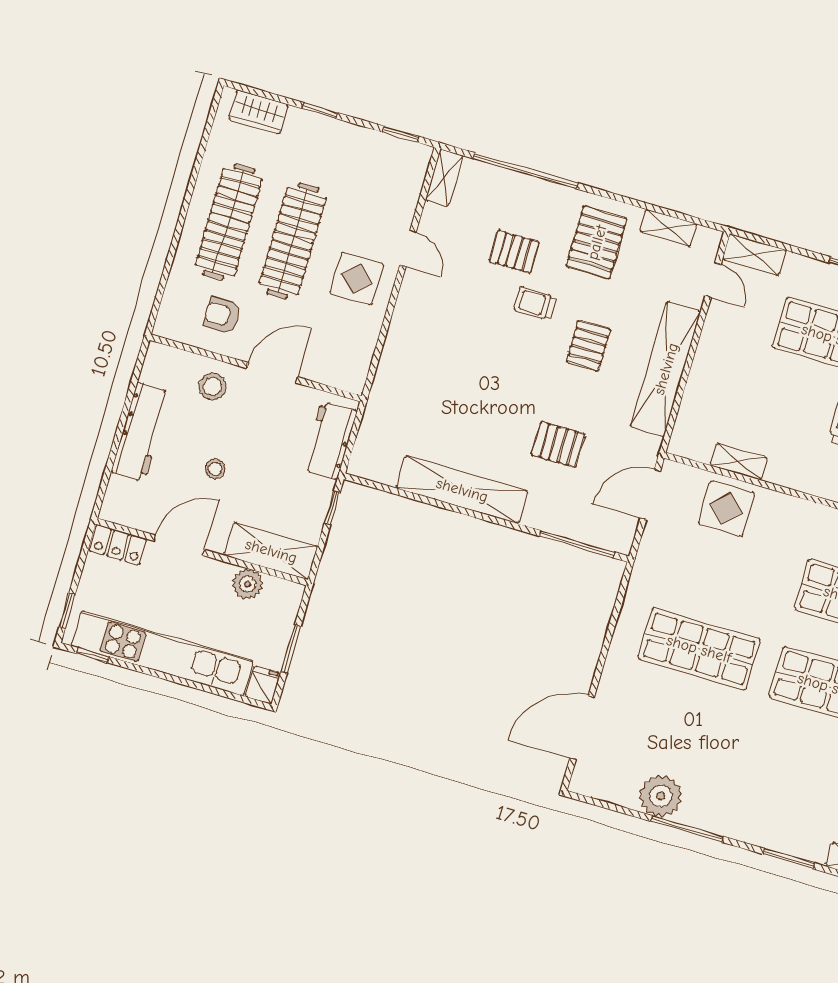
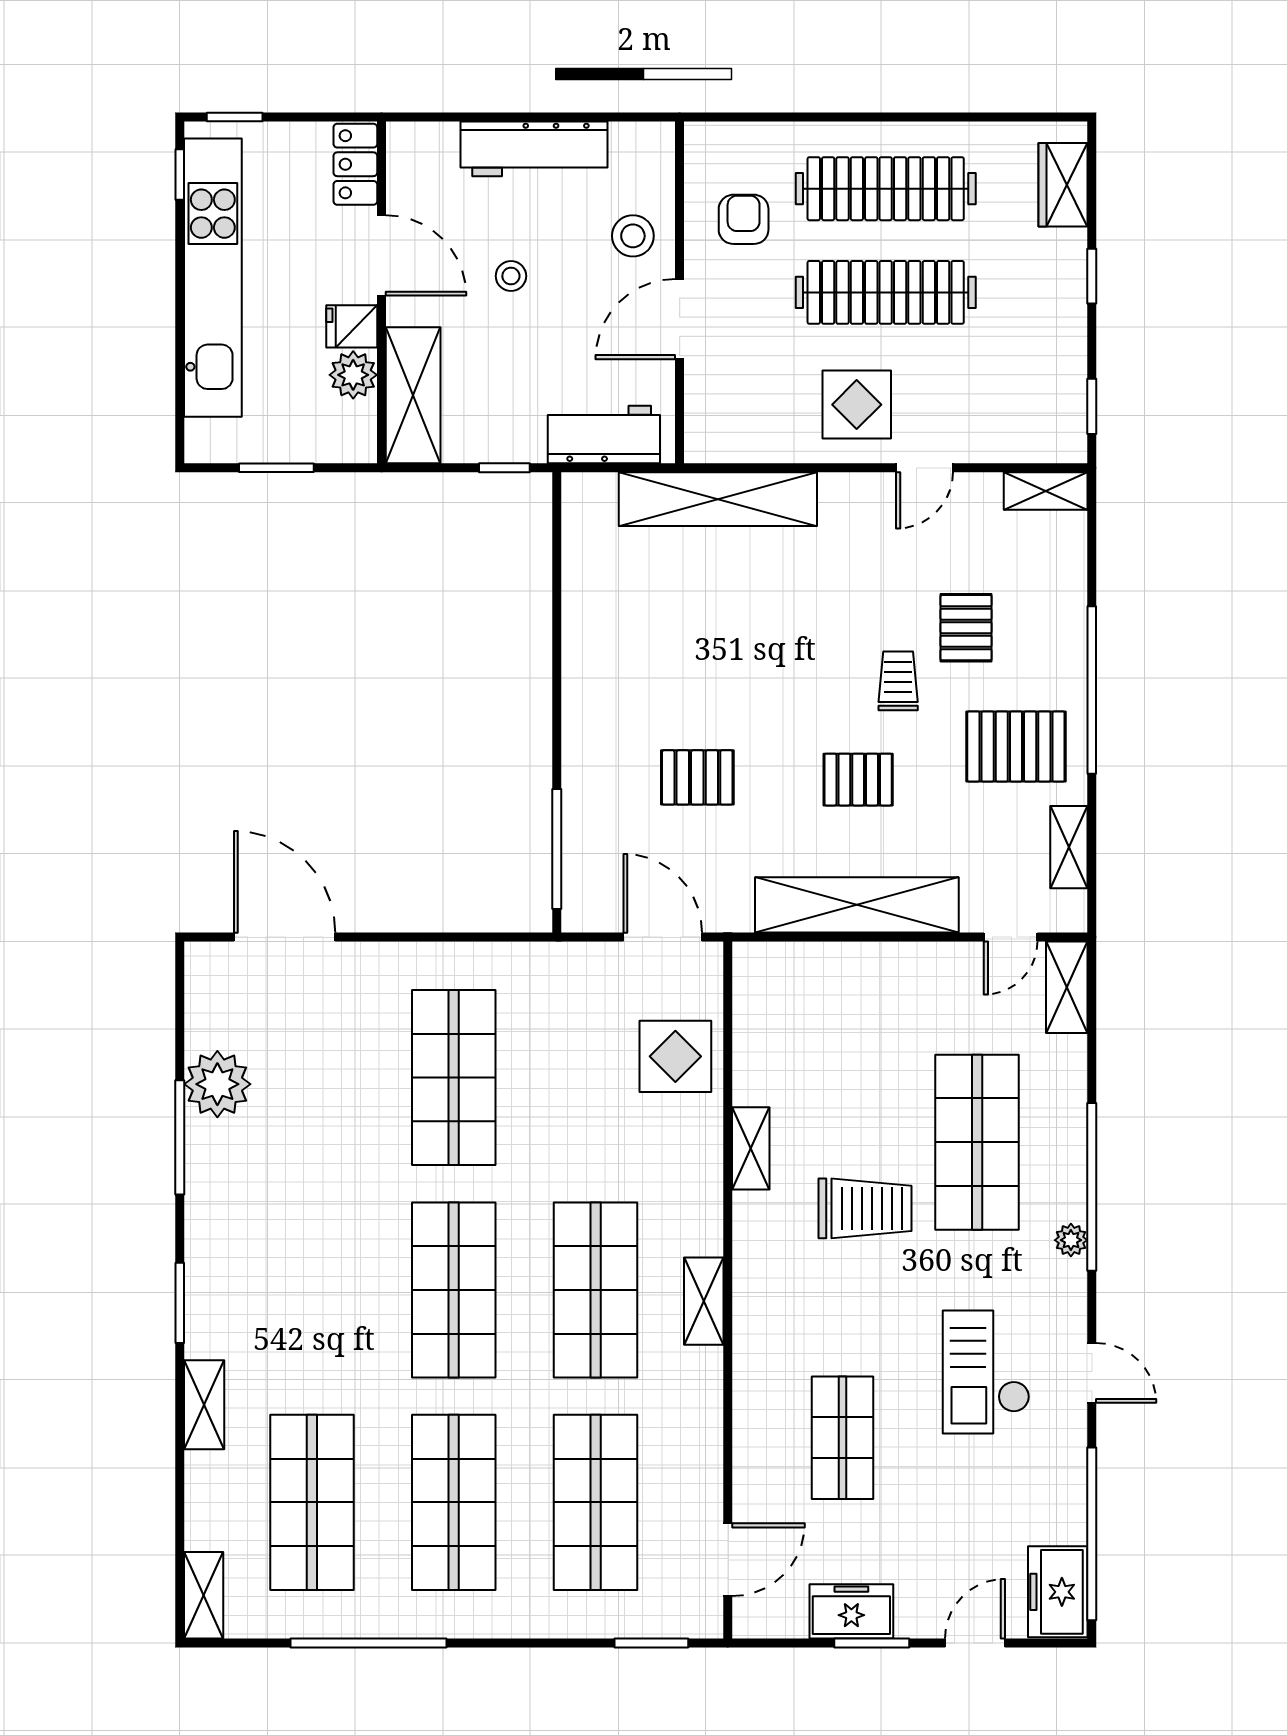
window: (526, 171) -> (1092, 690), moved
door: (272, 373) -> (680, 319), swing flipped
pallet: (558, 444) -> (697, 777), turned 90
shelving: (739, 461) -> (751, 1148), moved
shelving: (462, 490) -> (718, 499), moved, turned 90
fridge: (263, 685) -> (352, 326), moved, turned 180

